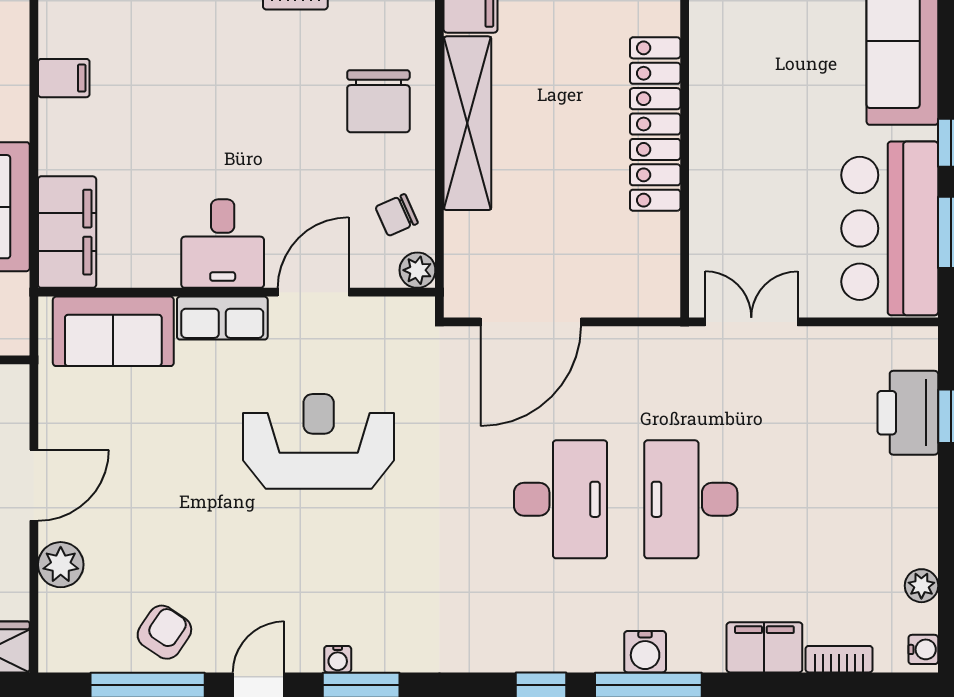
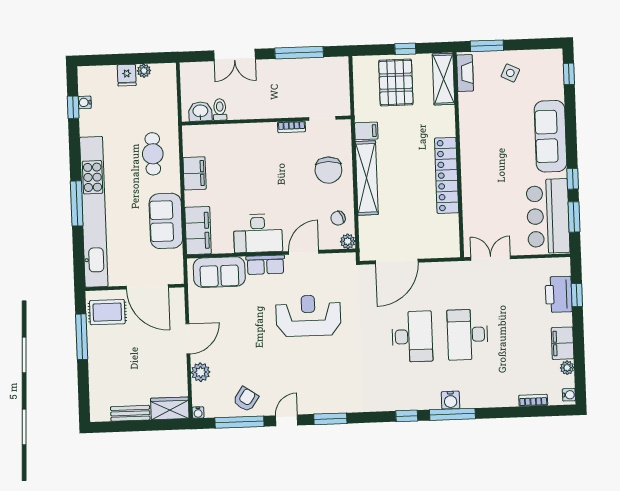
filing cabinet: (64, 78) -> (195, 173), width x2.00
desk: (223, 244) -> (258, 233), width x1.37
filing cabinet: (764, 647) -> (563, 343), moved, turned -90
water cooler: (338, 659) -> (198, 413), moved

